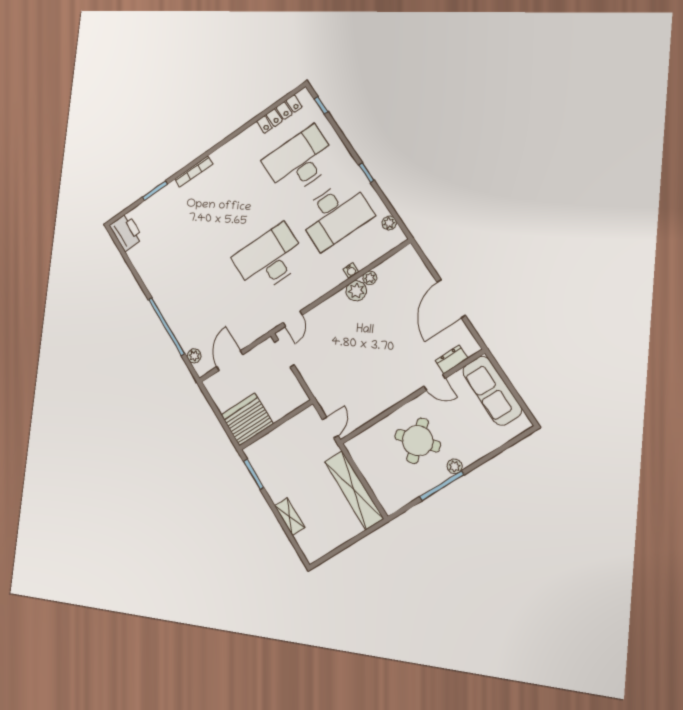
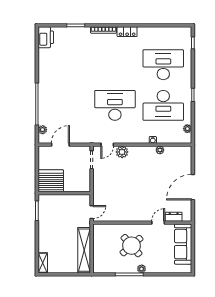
locker: (279, 114) -> (127, 32), moved, width x0.66
plant: (356, 291) -> (122, 152), moved
door: (435, 382) -> (158, 223), swing flipped
shelving: (290, 517) -> (43, 263), moved

